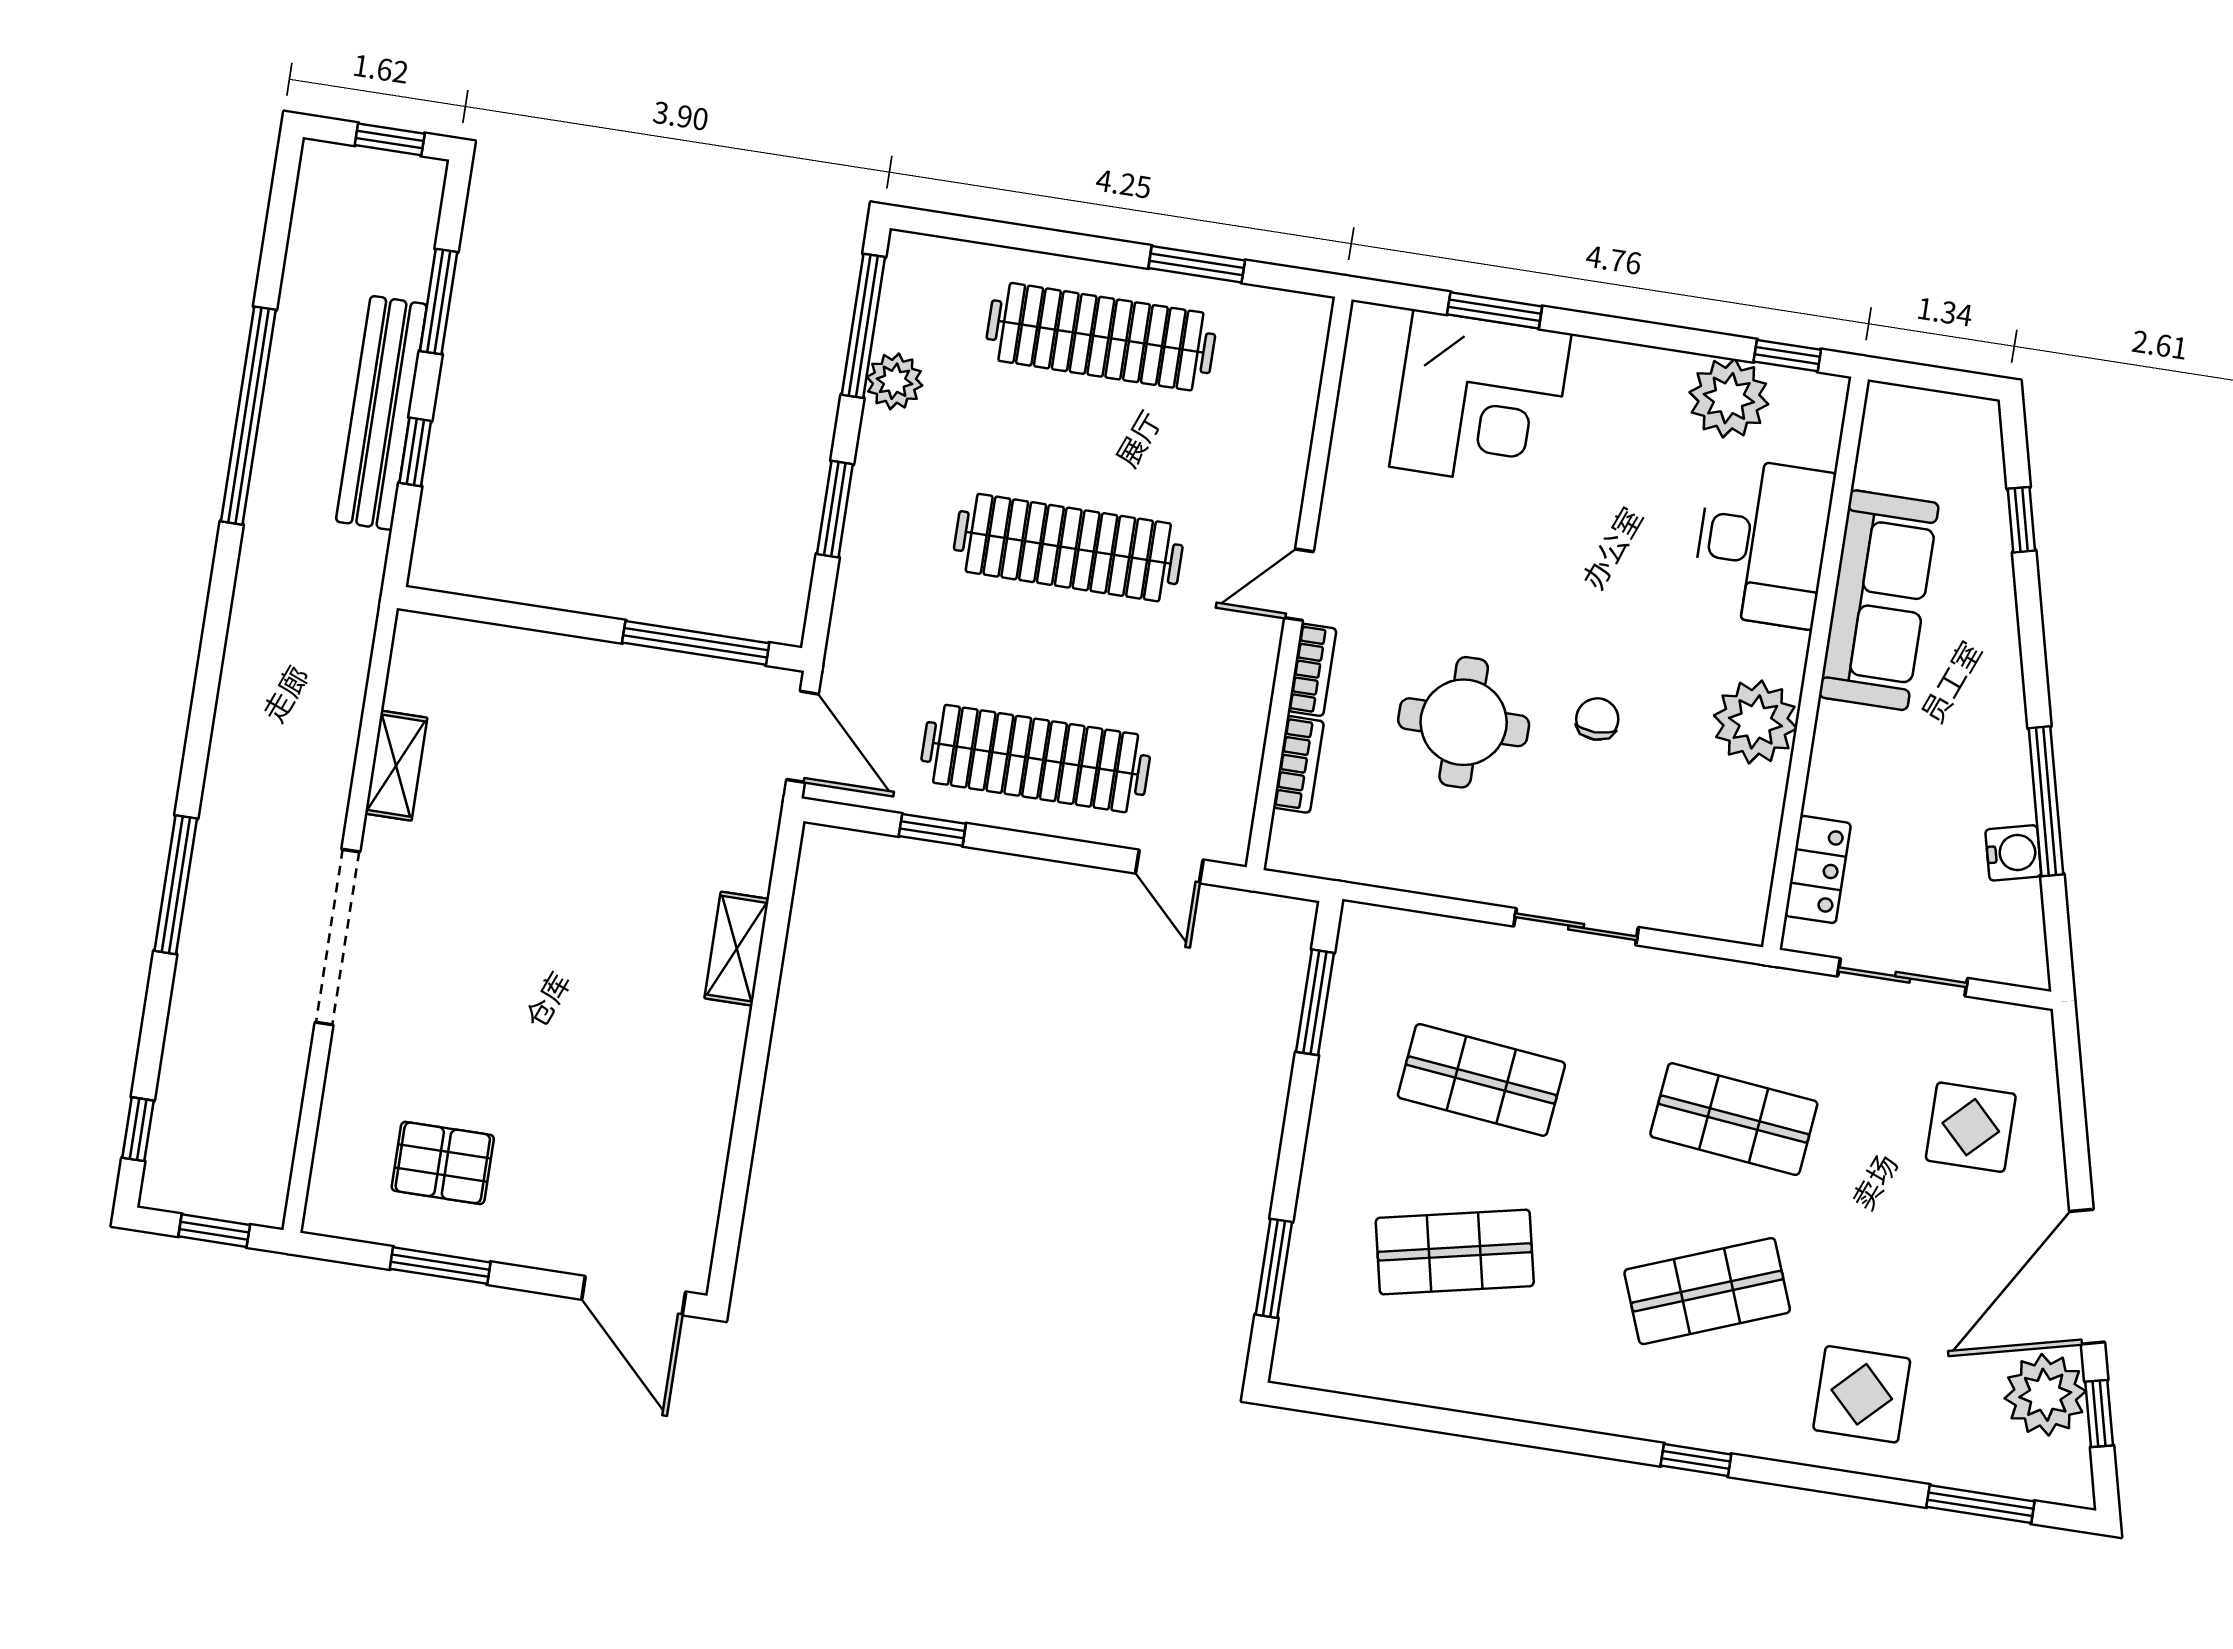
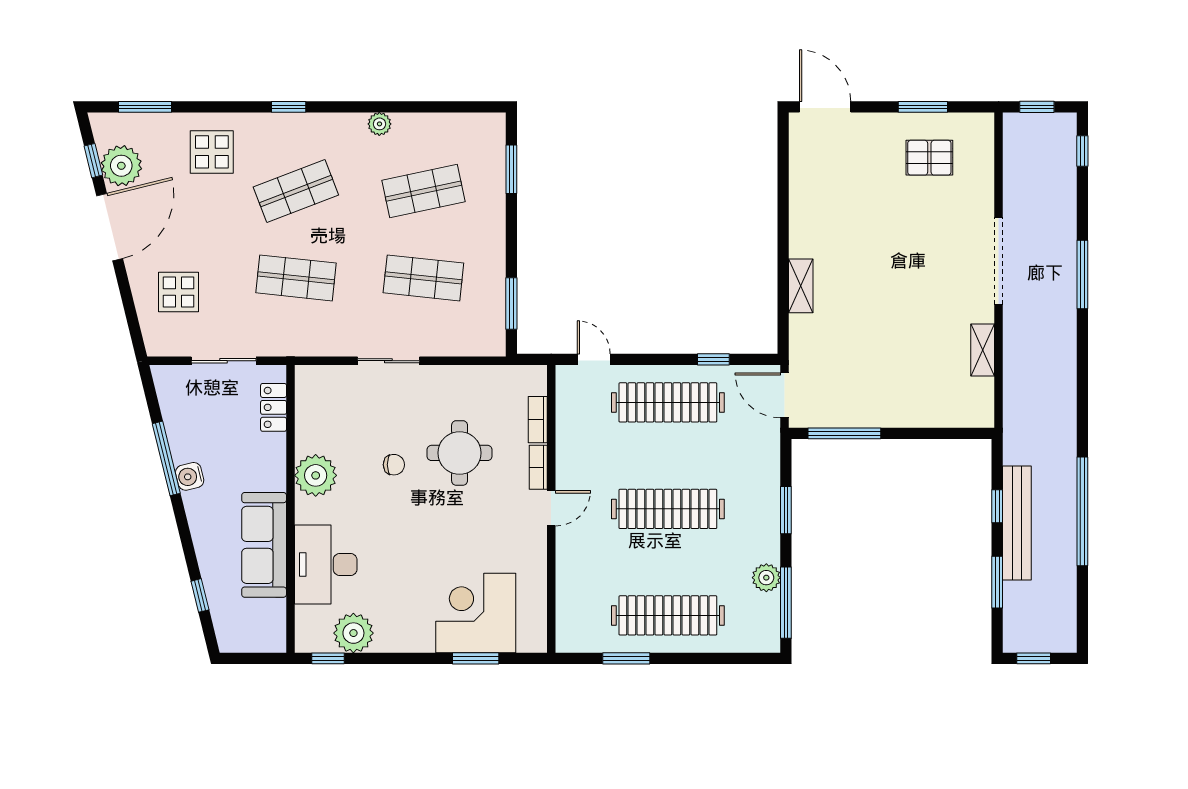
chair: (1597, 719) -> (394, 465), turned -90
water cooler: (2013, 853) -> (190, 476), moved
plant: (1521, 1398) -> (379, 124), added

